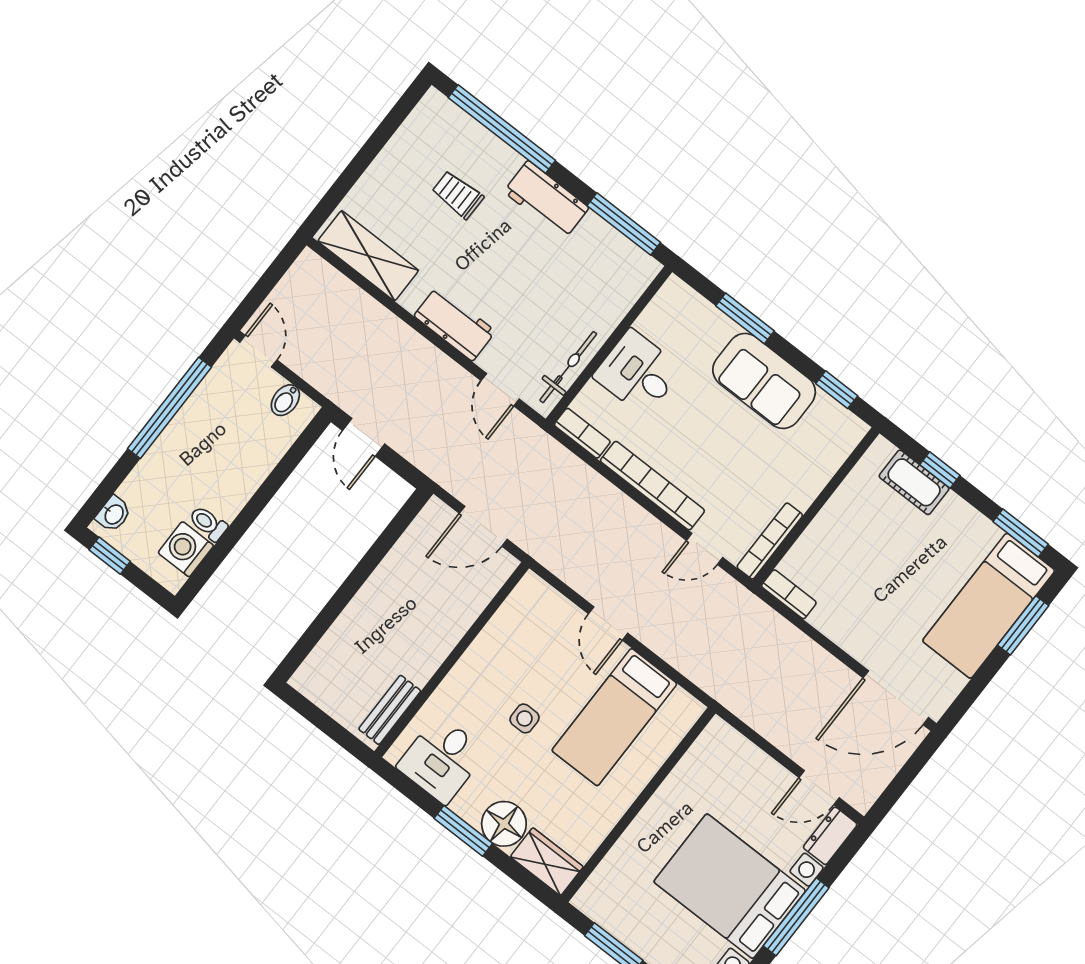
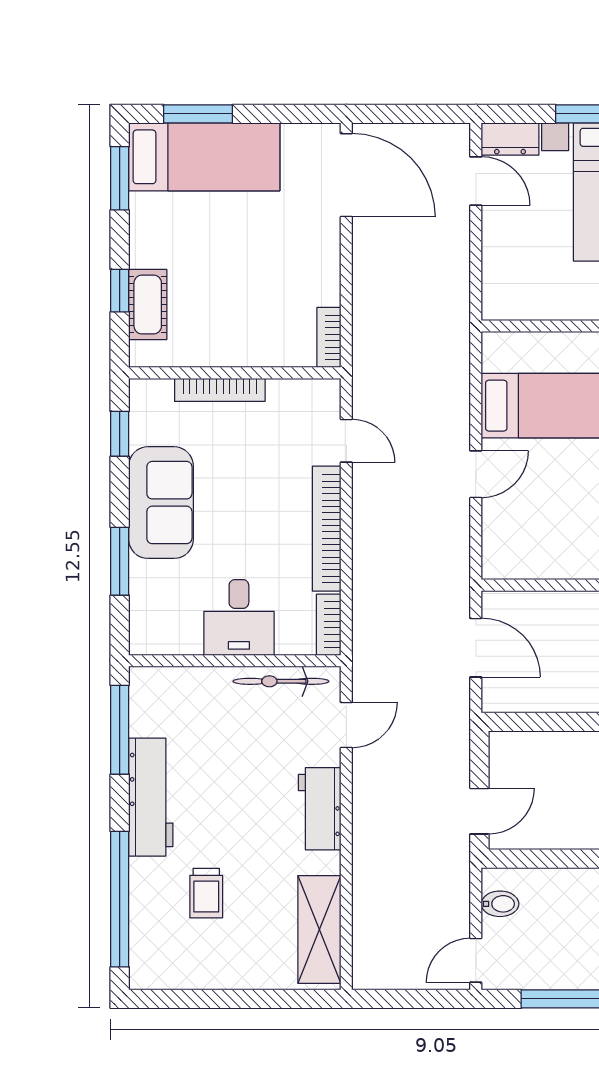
workbench: (546, 200) -> (151, 797), width x1.38
bookcase: (770, 541) -> (220, 390), moved

